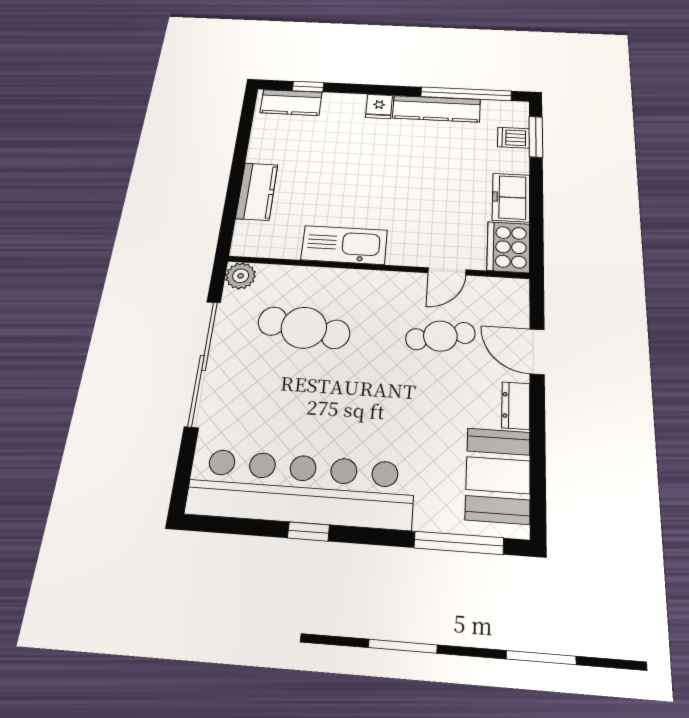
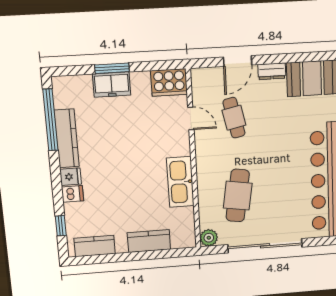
kitchen counter: (291, 102) -> (95, 246), moved, turned -90
window: (536, 137) -> (112, 68), moved
dishwasher: (513, 138) -> (72, 194), moved, turned -90
freezer: (511, 197) -> (112, 85), moved

